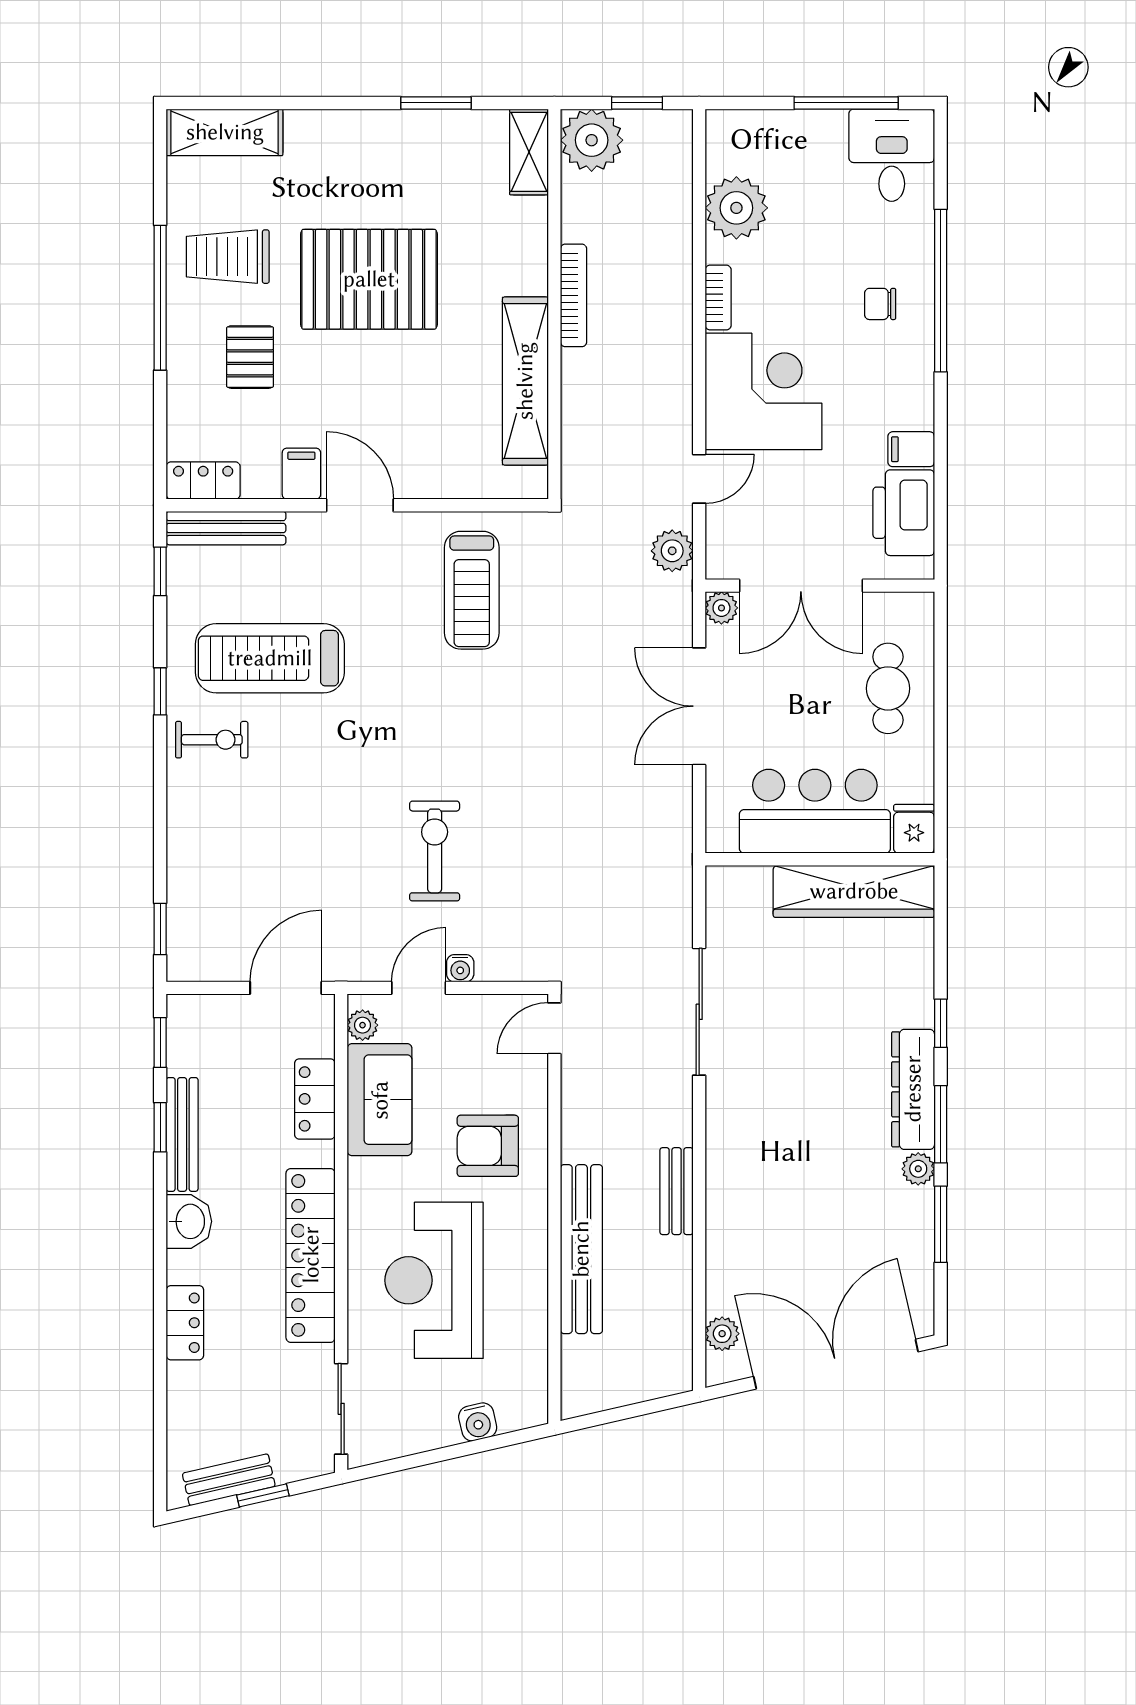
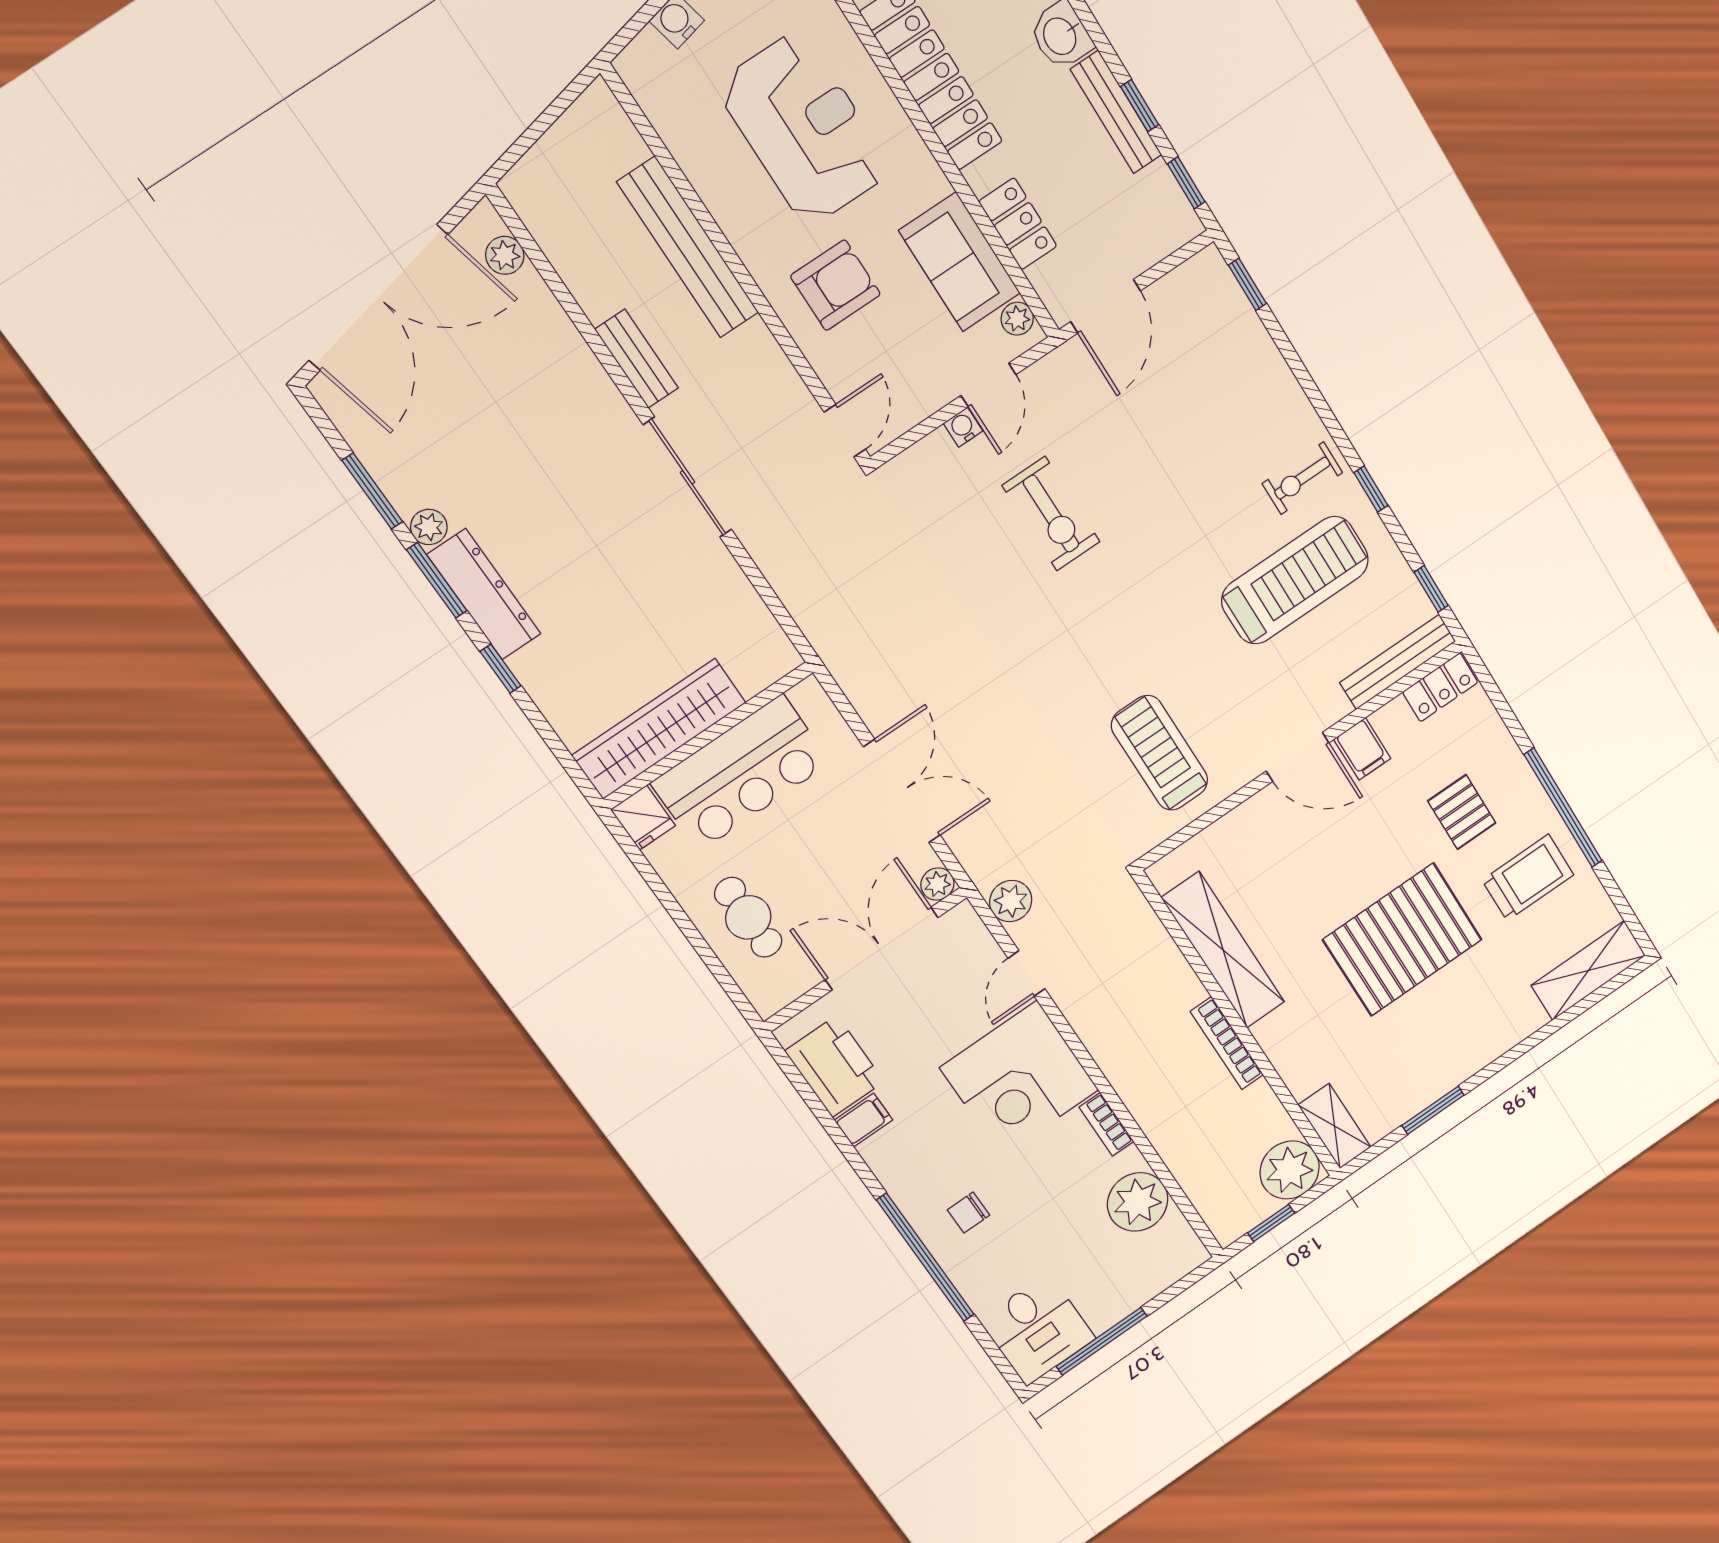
chair: (880, 304) -> (969, 1213), turned 180
sliding door: (699, 1012) -> (687, 477), moved

